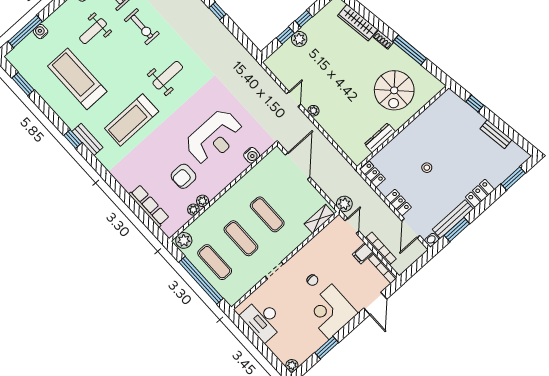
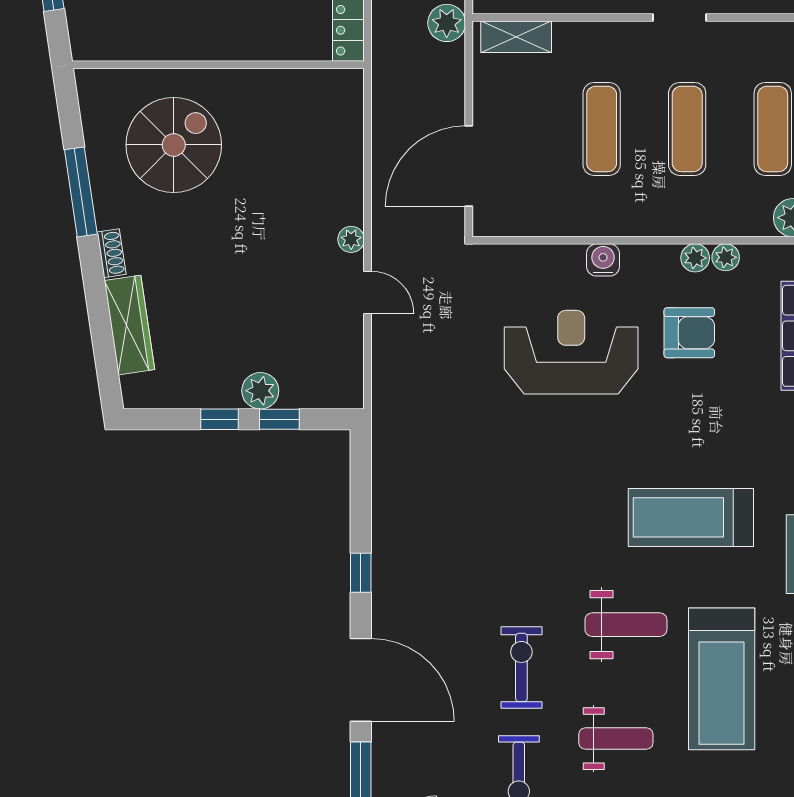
weight bench: (168, 75) -> (626, 625), moved, turned 180
door: (294, 99) -> (368, 292), swing flipped
treadmill: (132, 120) -> (691, 517), turned 180
dresser: (380, 138) -> (276, 83), removed
water cooler: (252, 155) -> (603, 260), moved

